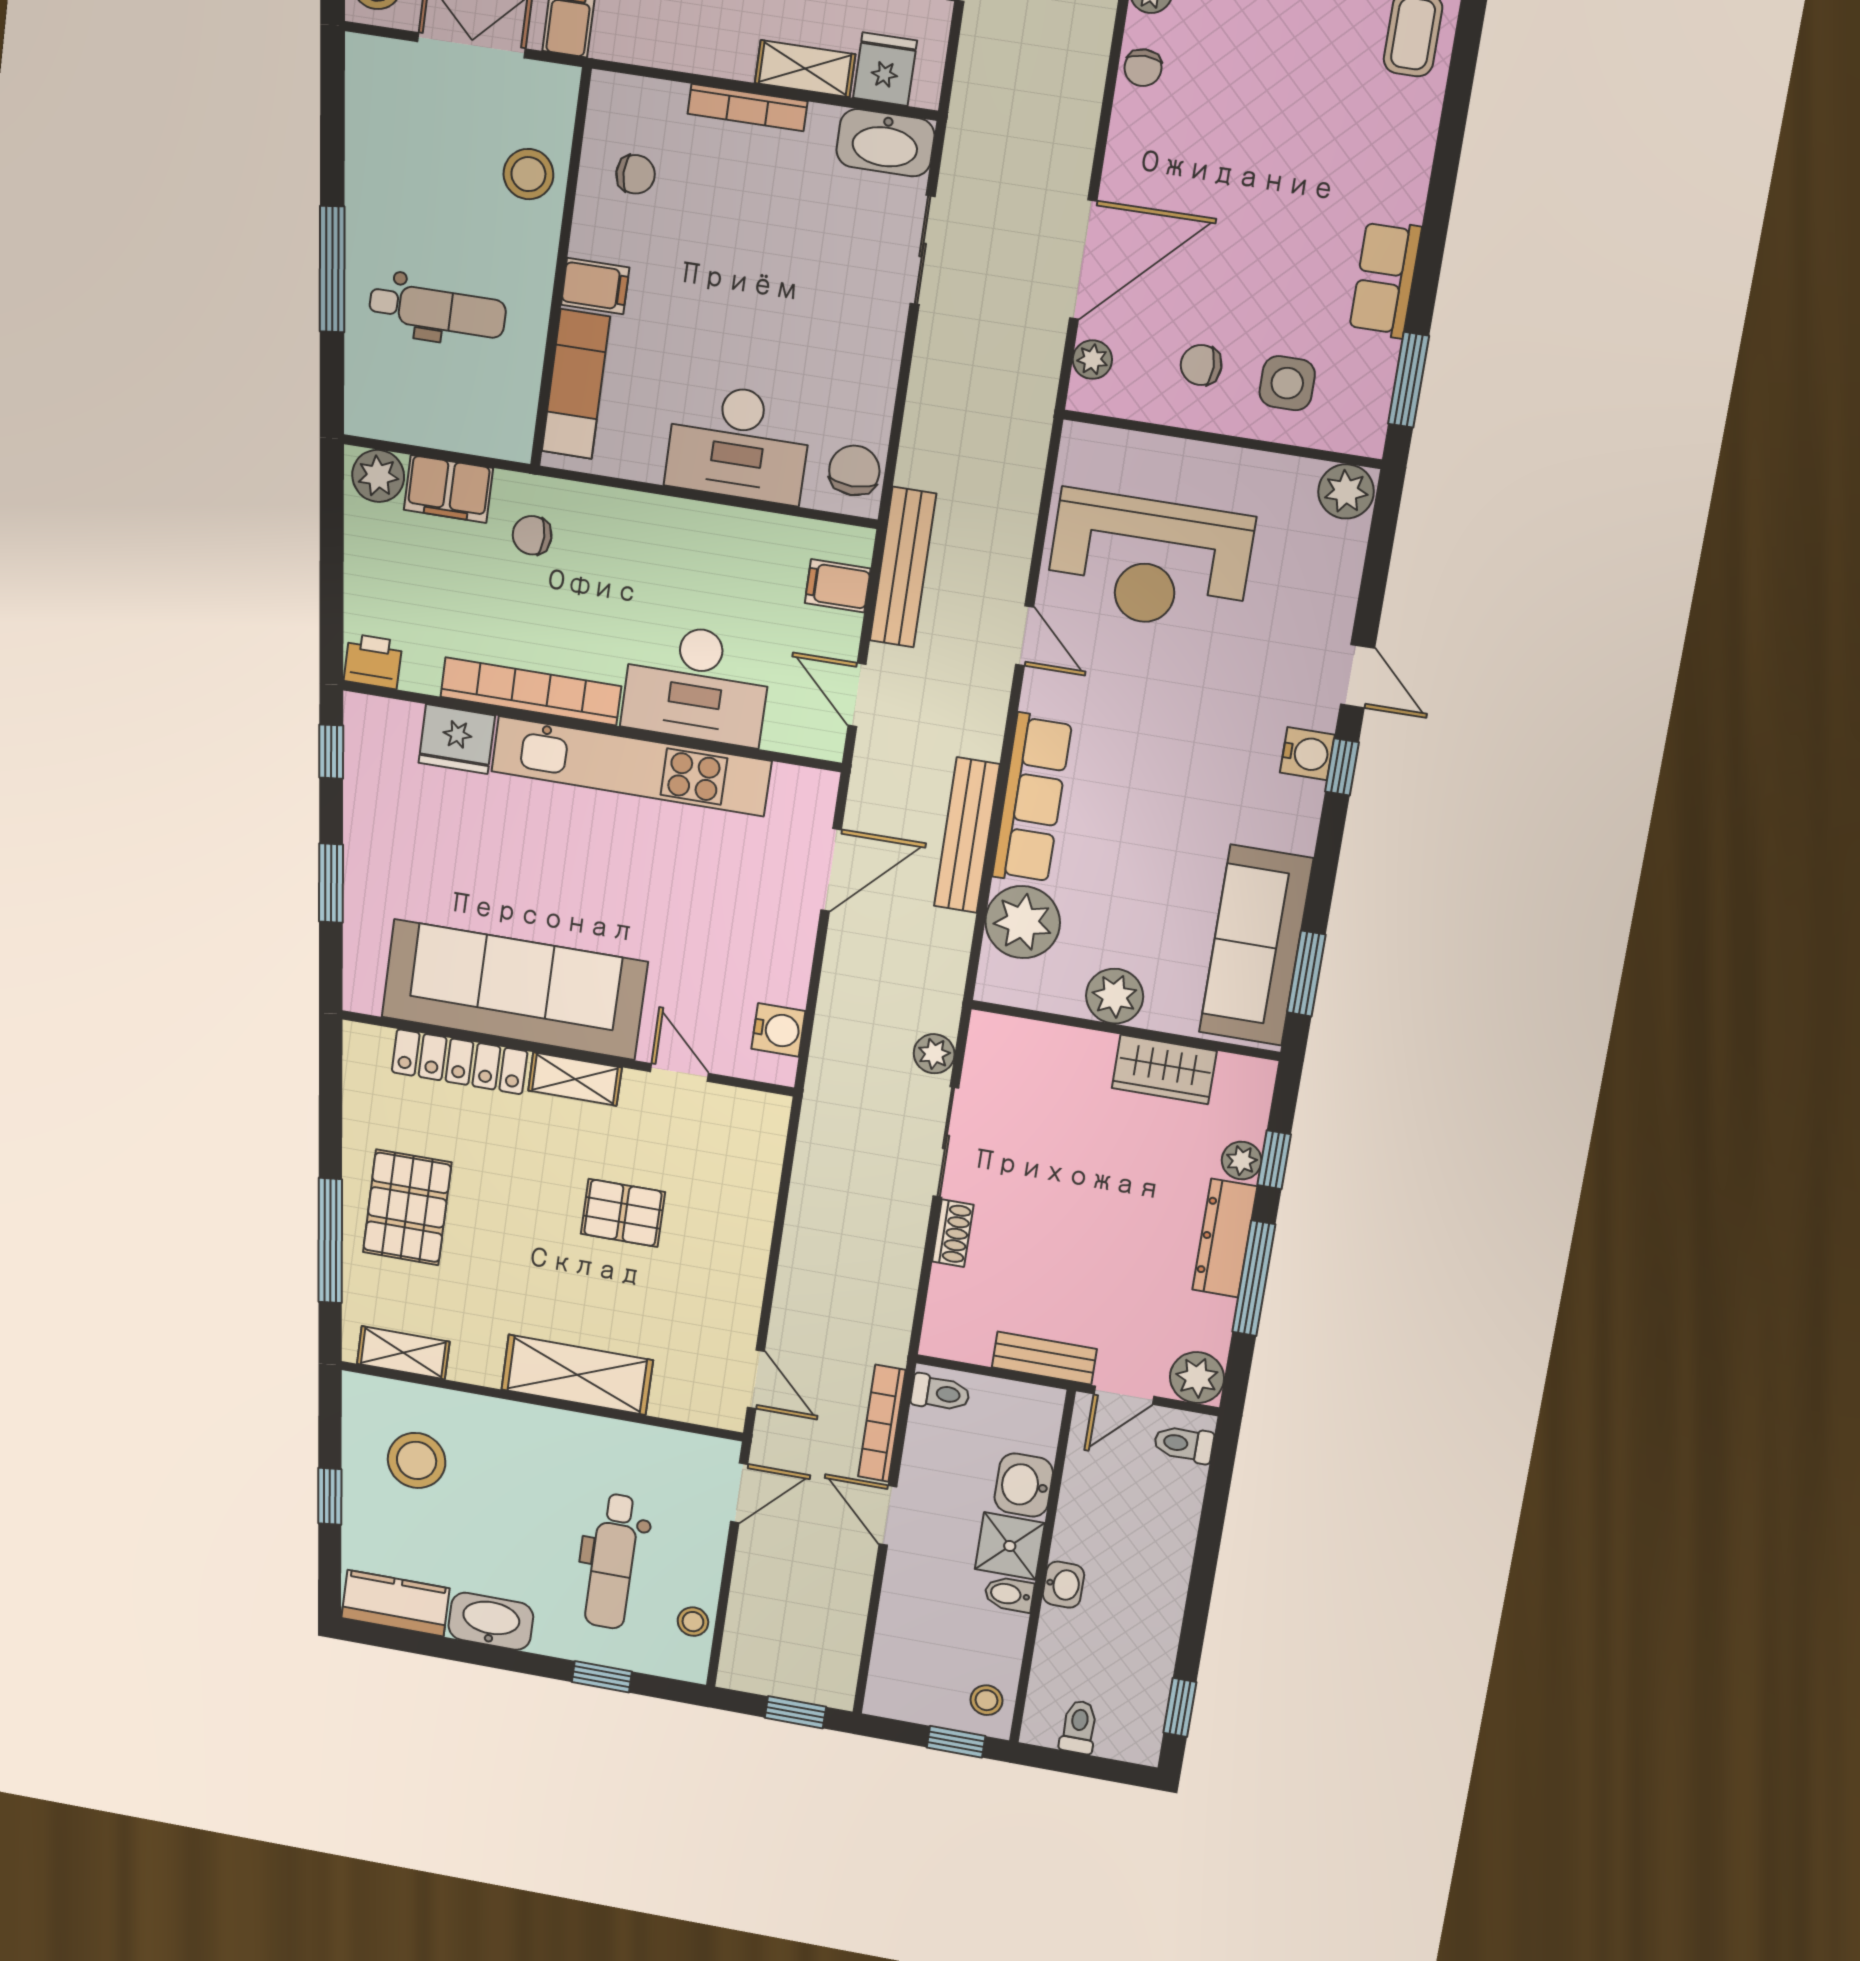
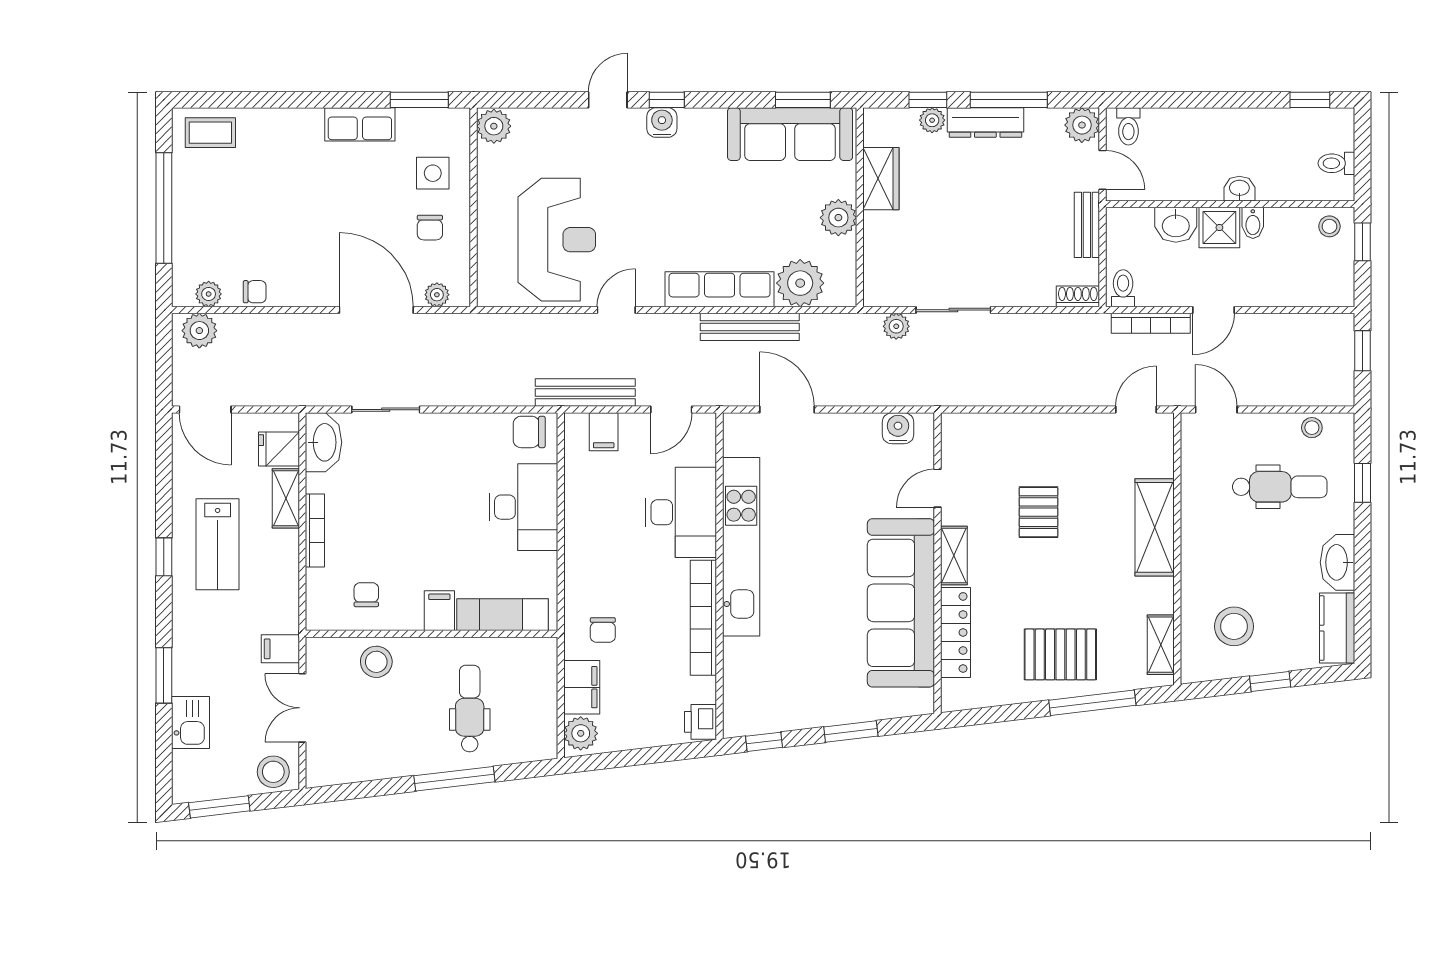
fridge: (457, 739) -> (742, 661), removed
shoe rack: (953, 1233) -> (1078, 296), moved

